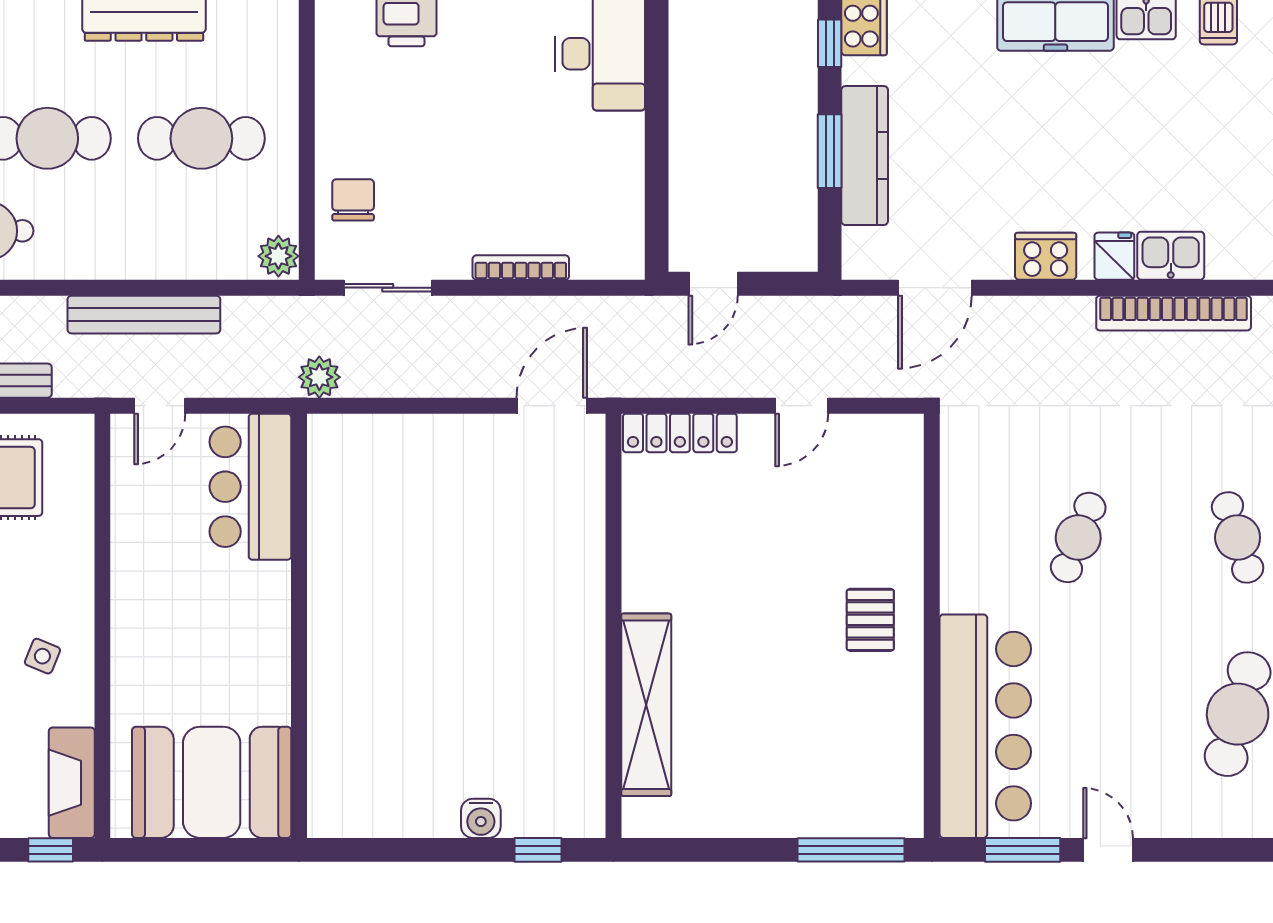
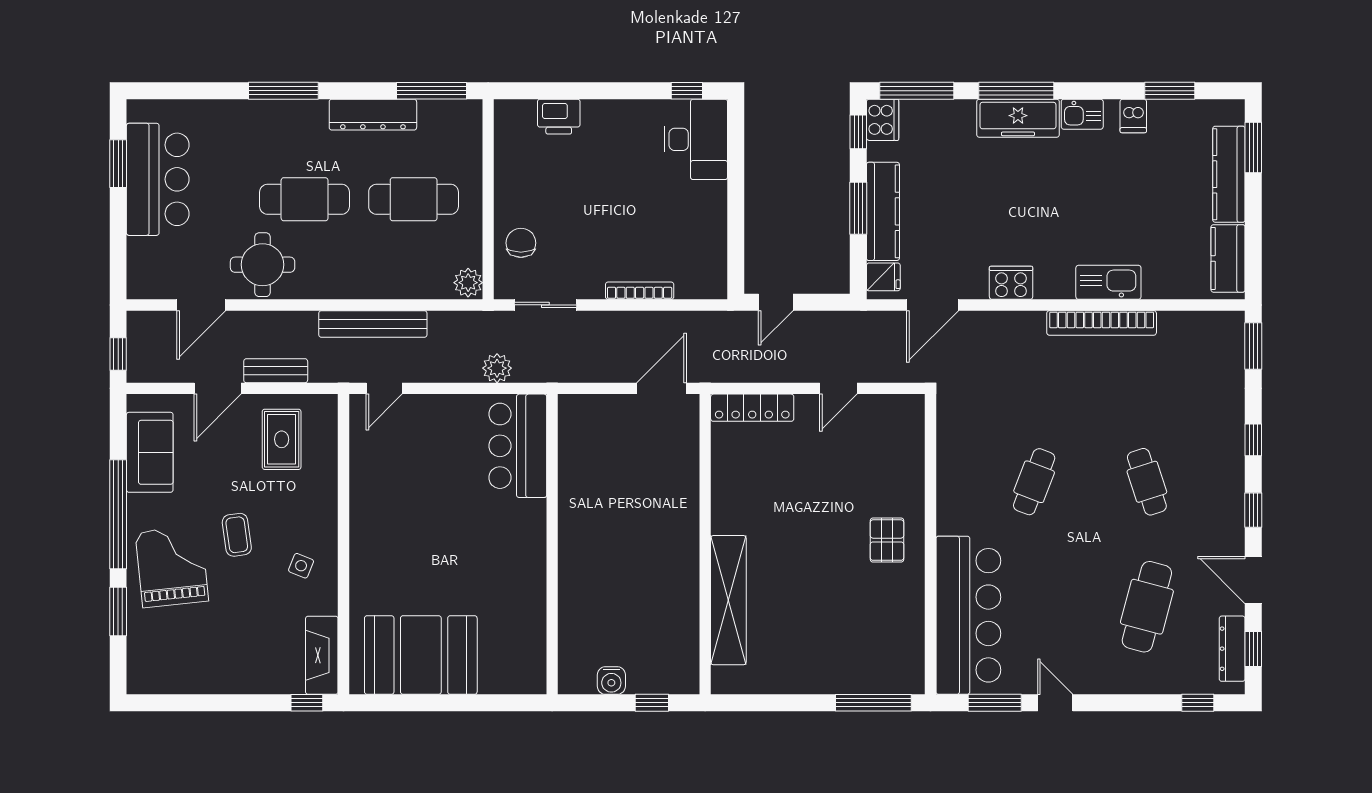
fridge: (1114, 256) -> (883, 277), moved, turned 90
kitchen sink: (1171, 256) -> (1108, 282), width x1.38
bar counter: (250, 487) -> (518, 446), moved
wall: (299, 626) -> (552, 544), moved

